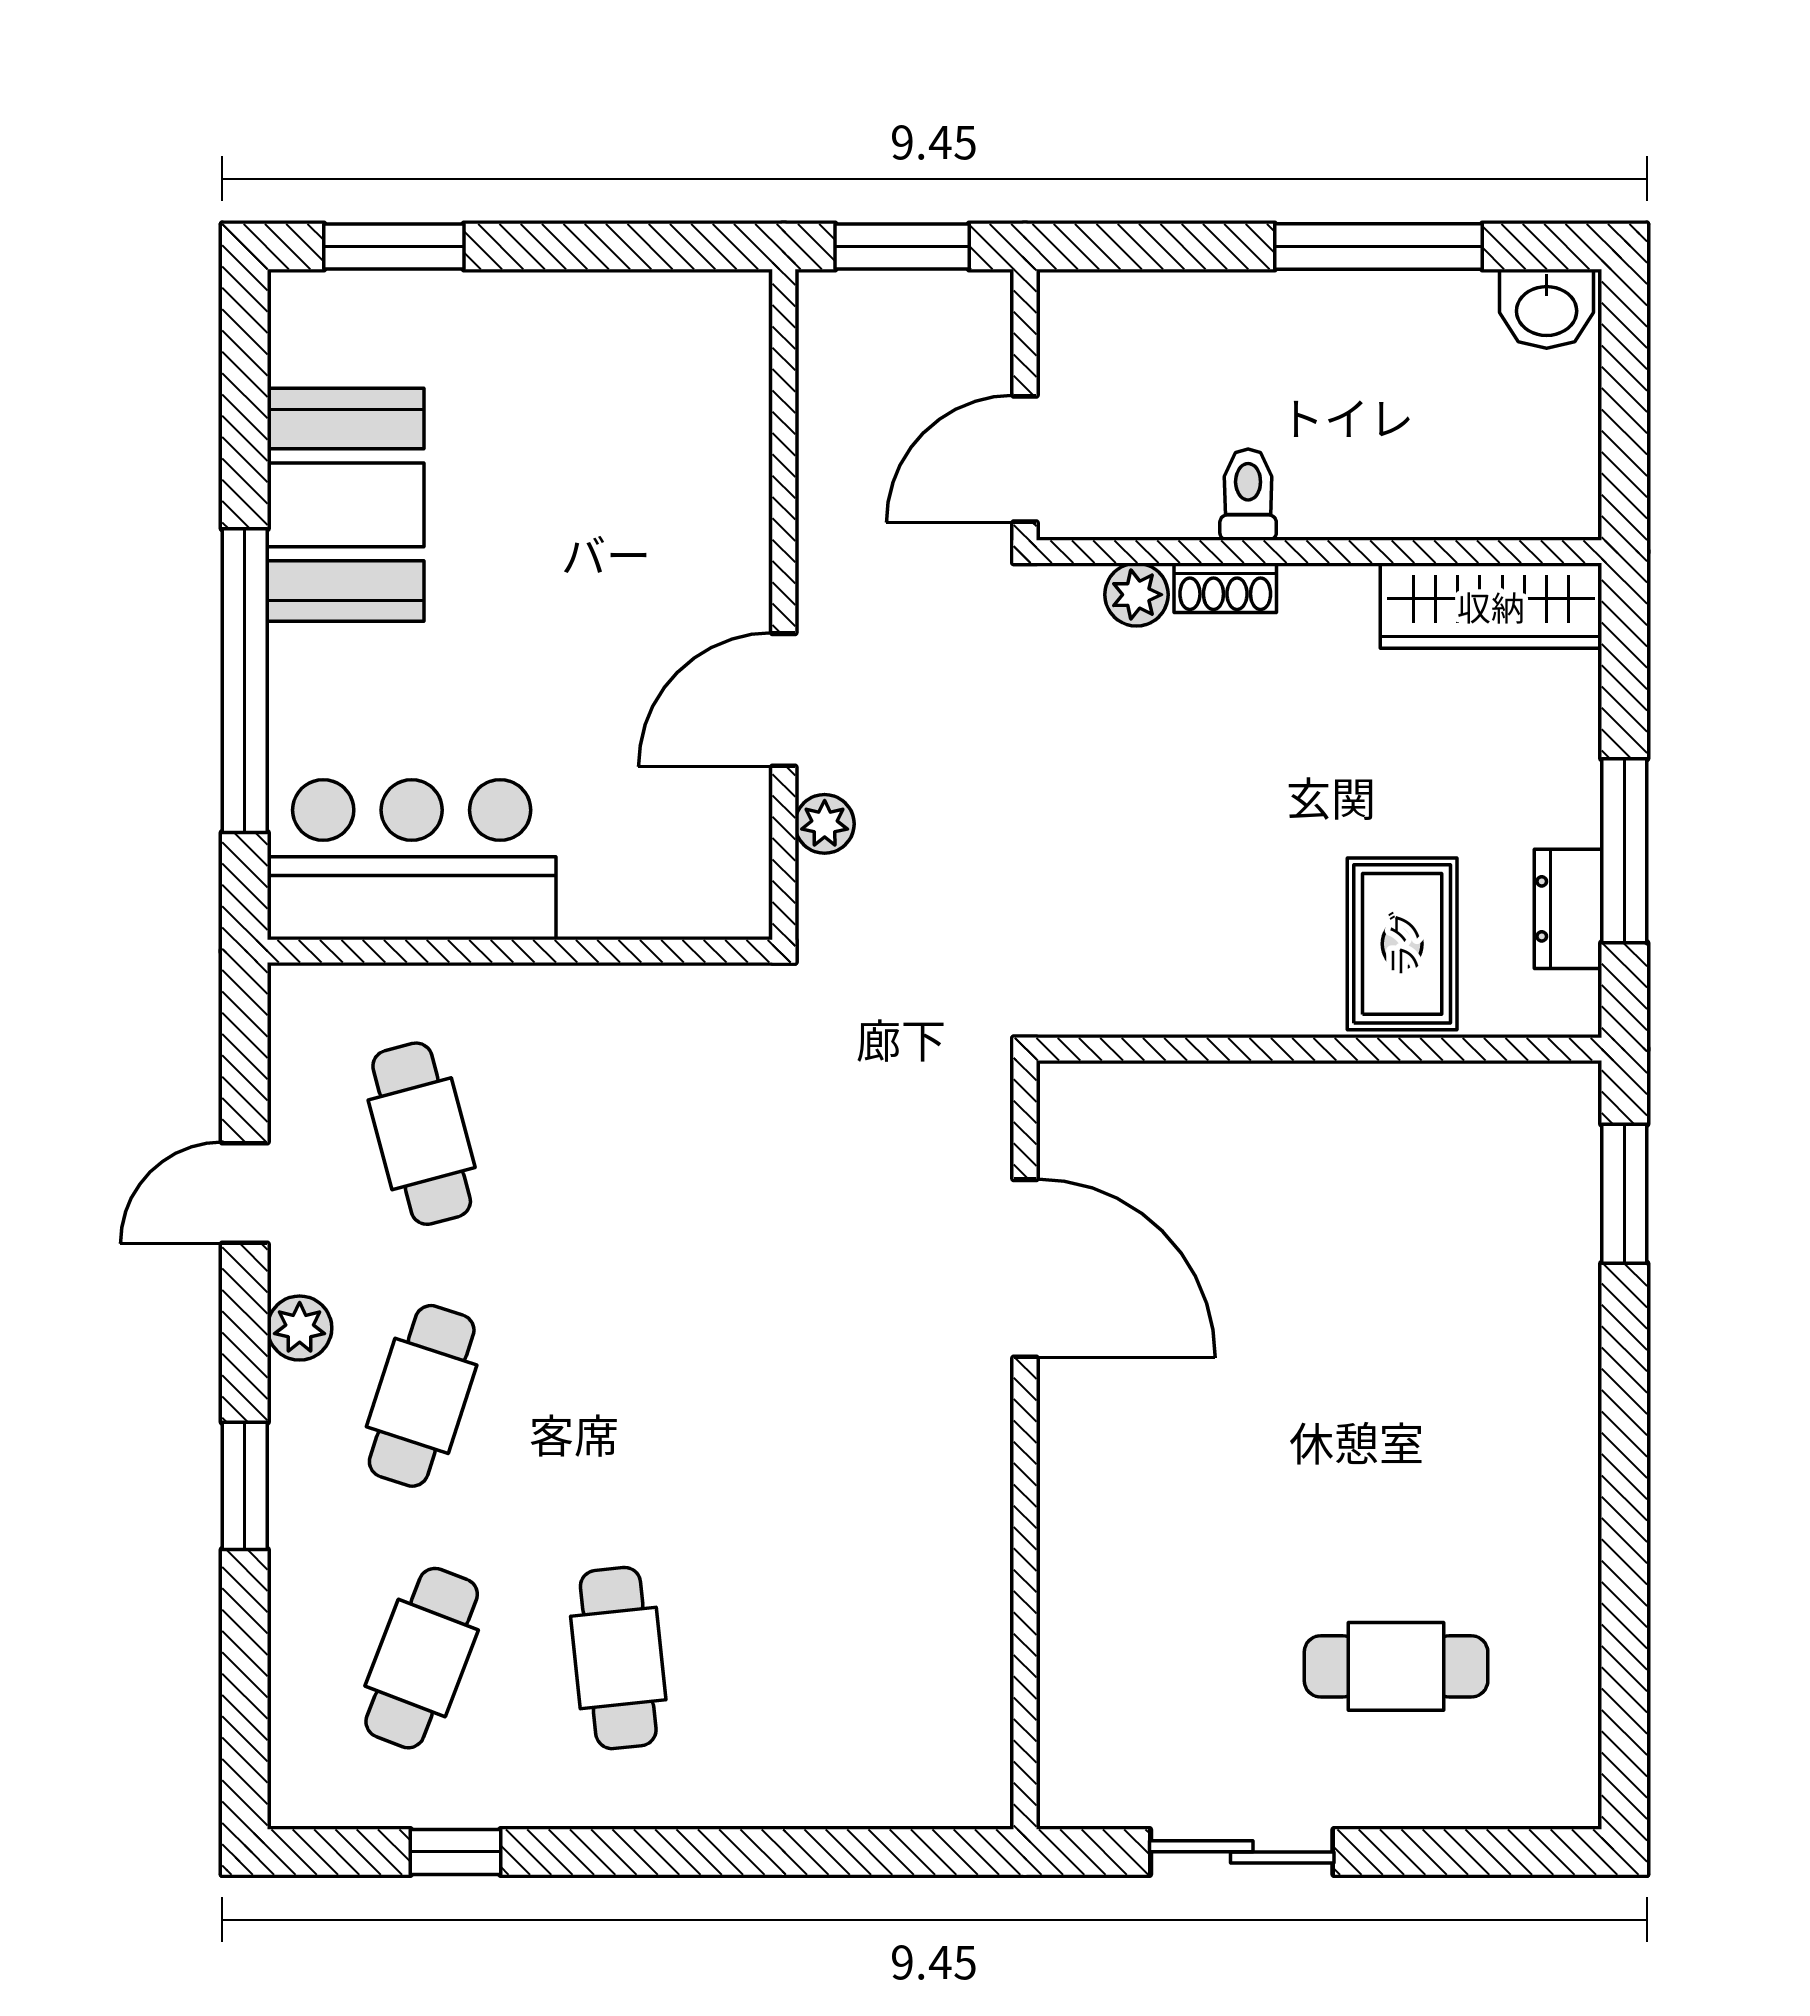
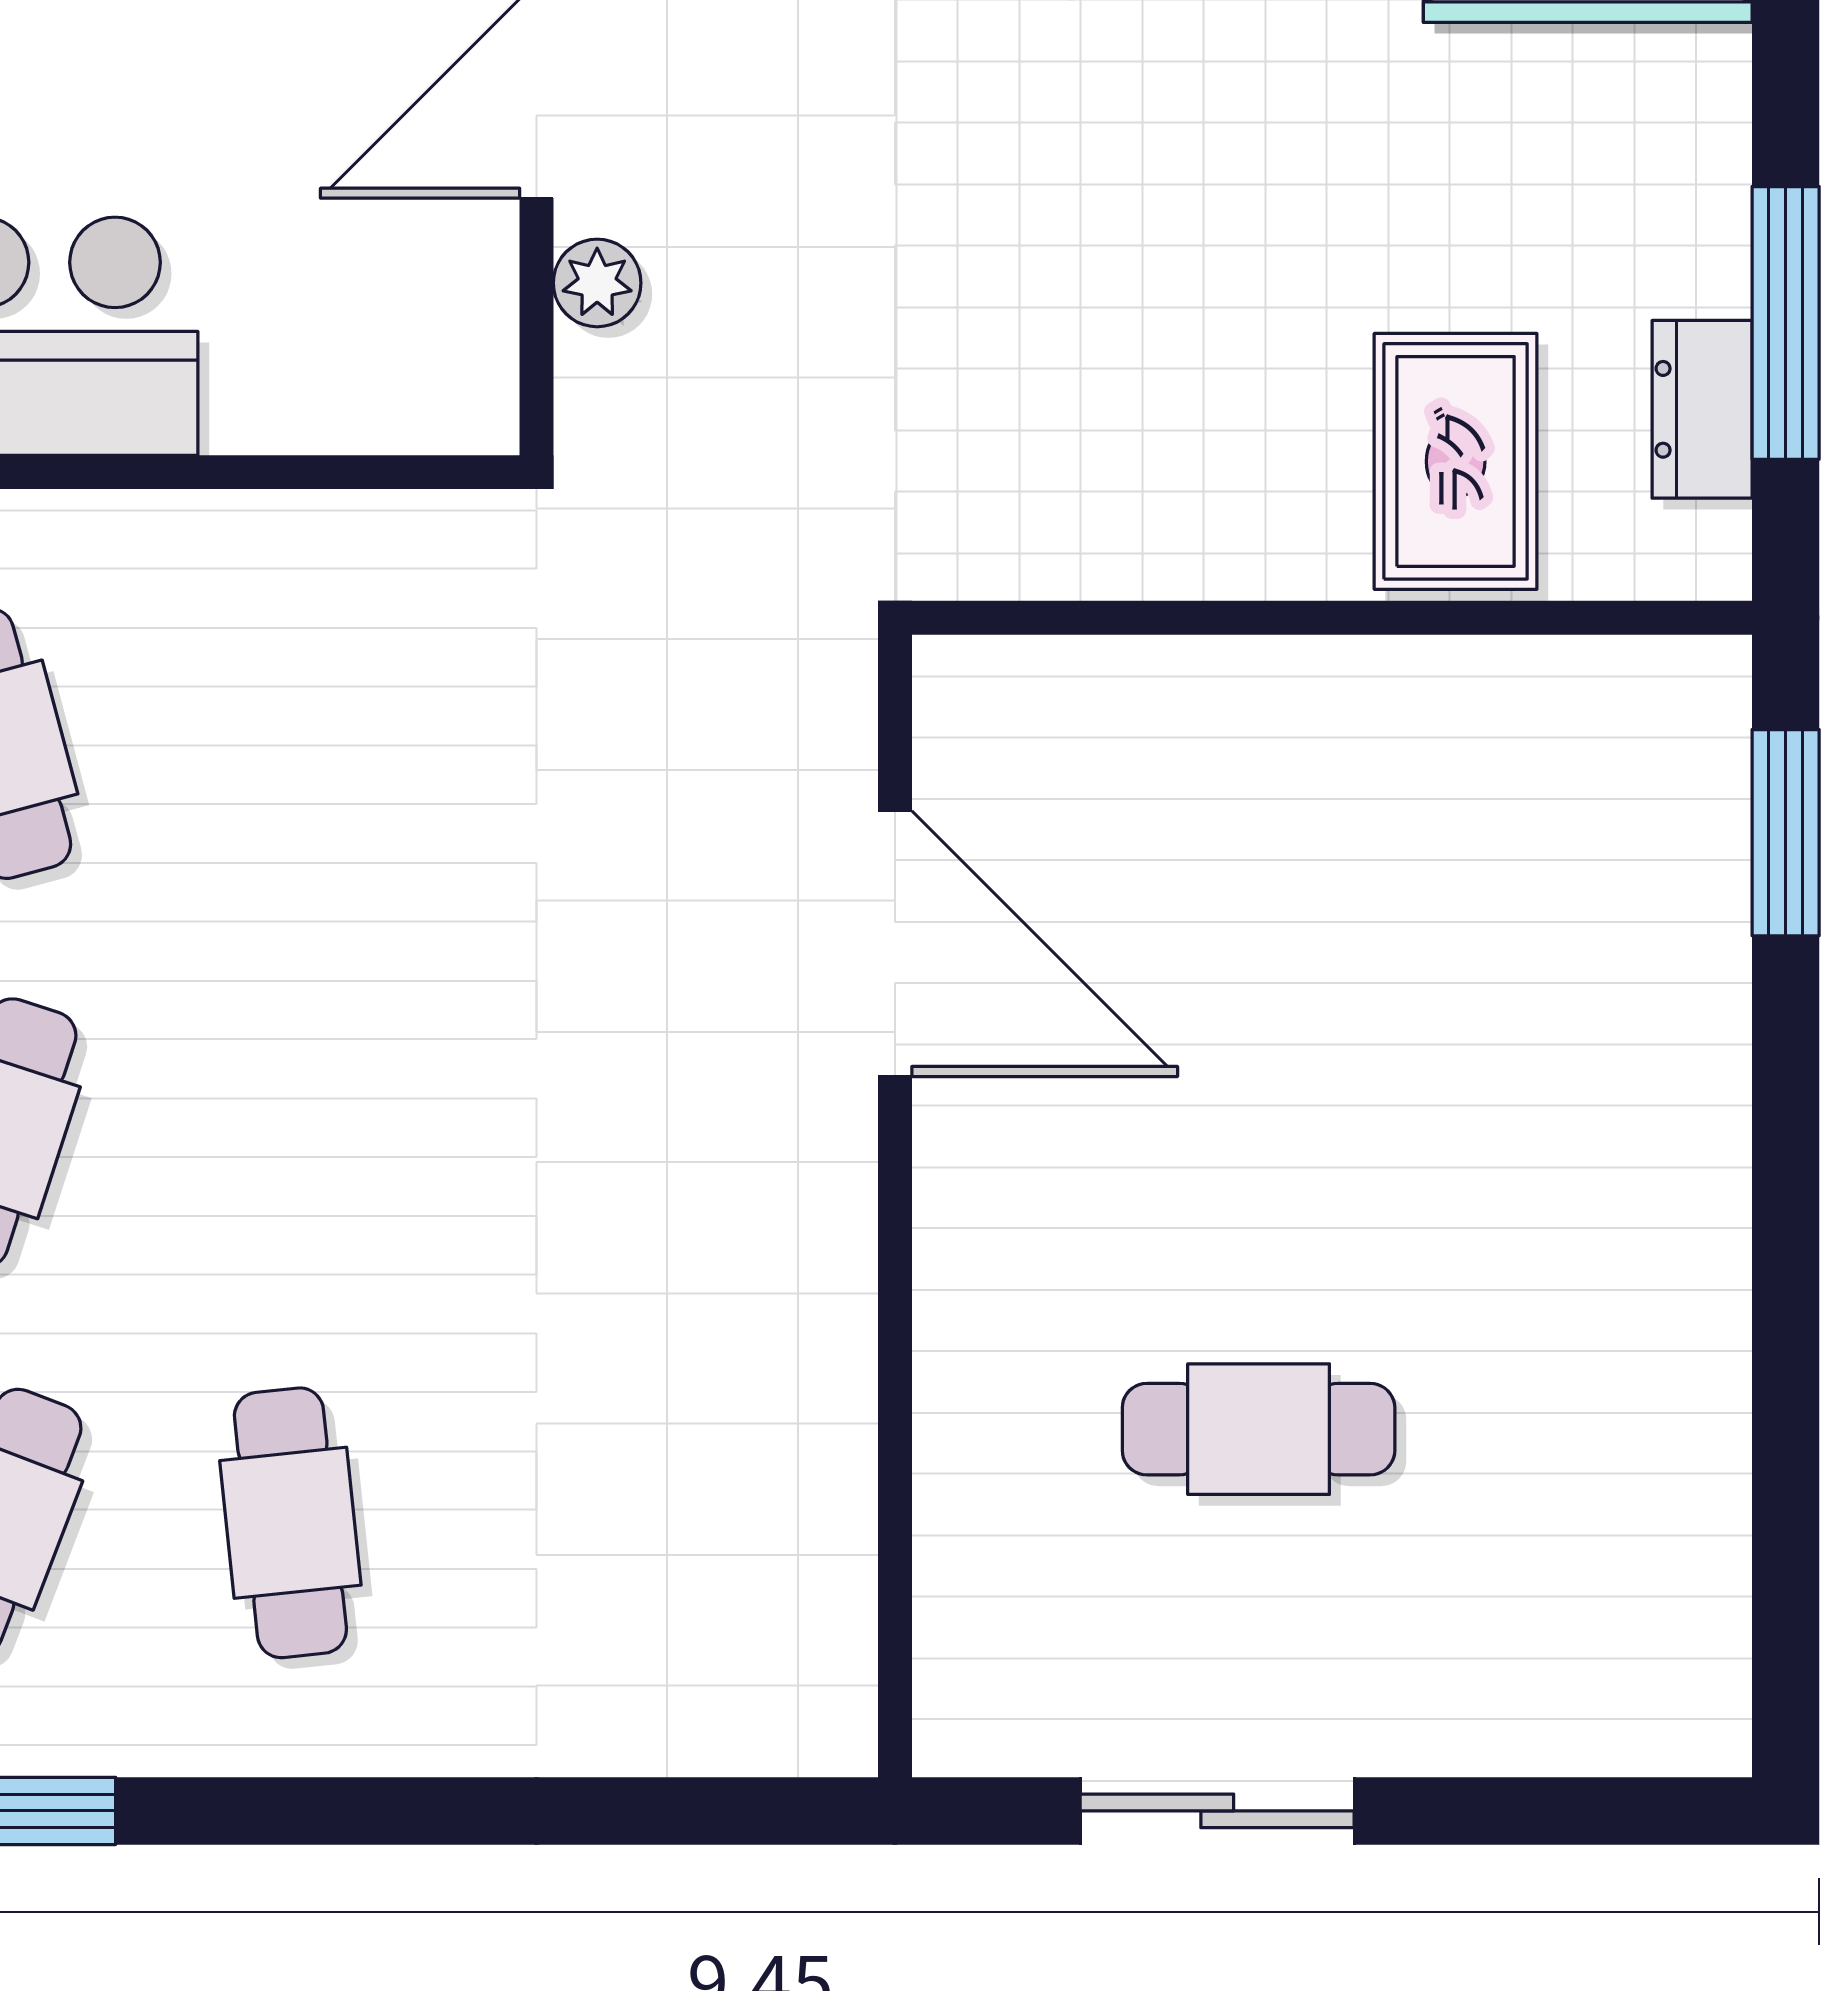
cafe table: (1396, 1666) -> (1259, 1429), moved

